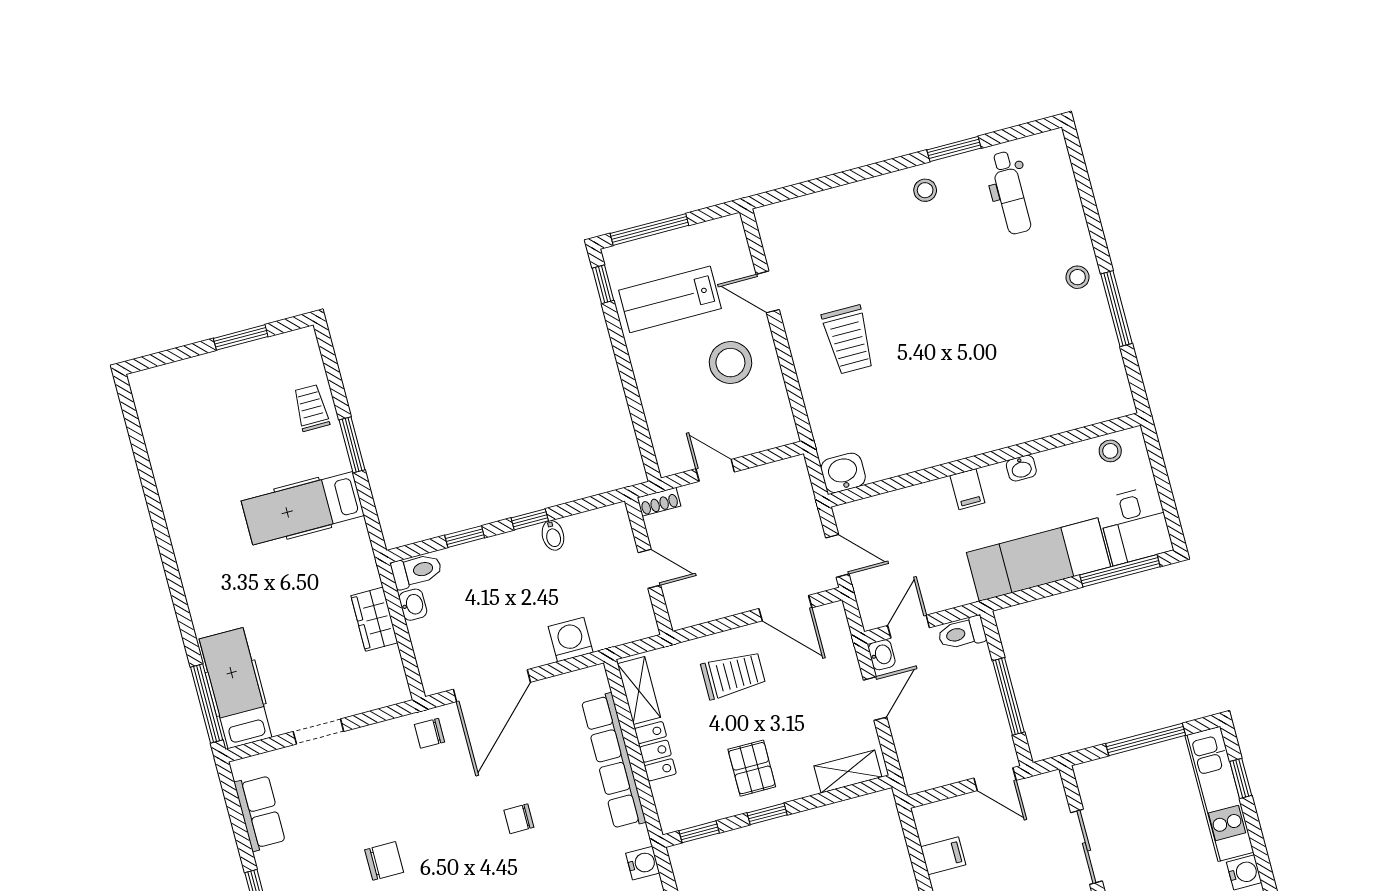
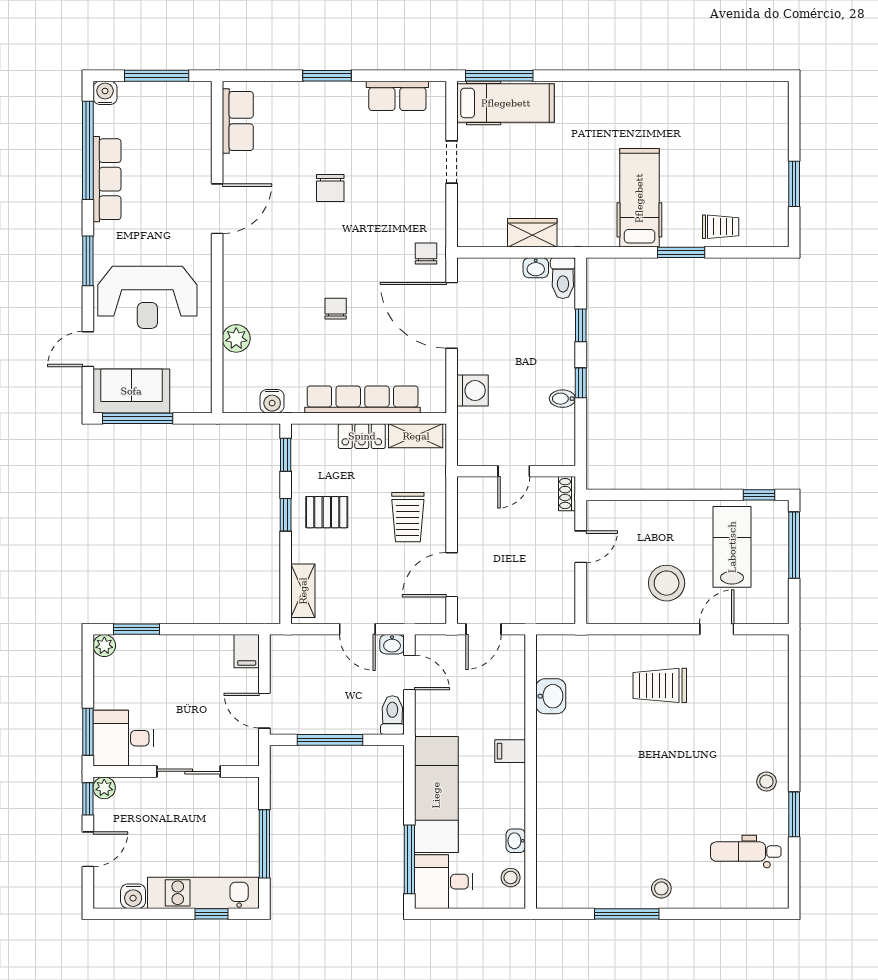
washbasin: (1021, 468) -> (516, 841), moved
washbasin: (843, 473) -> (551, 696), moved
door: (995, 779) -> (264, 711), hinge flipped
filing cabinet: (943, 856) -> (247, 651), moved

